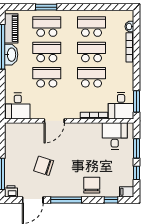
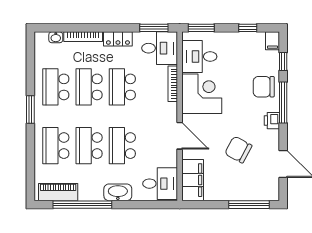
window: (46, 7) -> (30, 110), moved
washbasin: (11, 55) -> (118, 192), moved
locker: (128, 74) -> (118, 39), added
filing cabinet: (20, 131) -> (193, 180), added
corner desk: (86, 138) -> (202, 94), added
window: (137, 148) -> (201, 28), moved
chair: (44, 166) -> (238, 150), turned 100
printer: (11, 191) -> (272, 121), moved
window: (66, 200) -> (283, 103), moved

